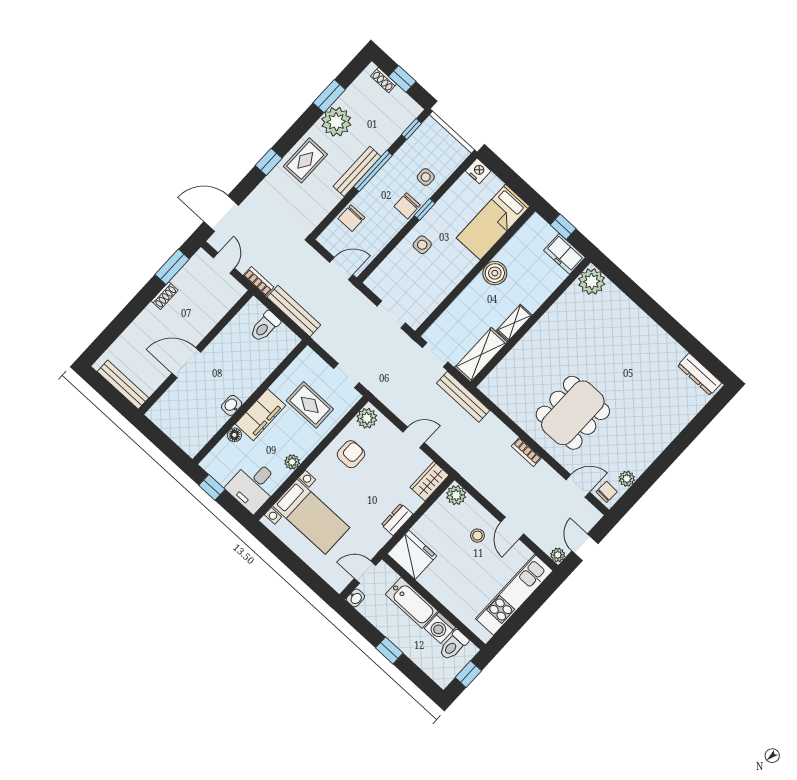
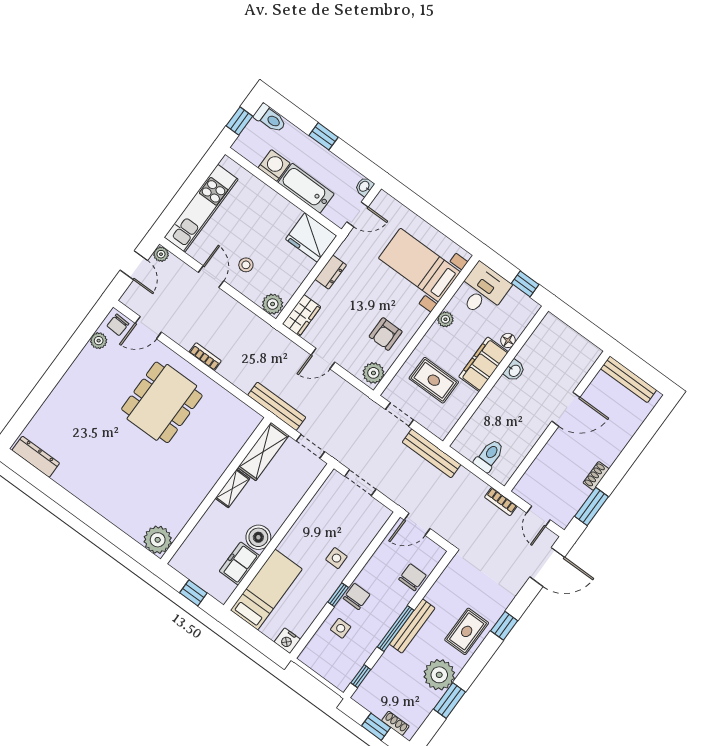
freezer: (564, 254) -> (240, 564), moved, turned -90
bench: (294, 311) -> (432, 453), moved
toilet: (453, 645) -> (270, 118), moved, turned 90

